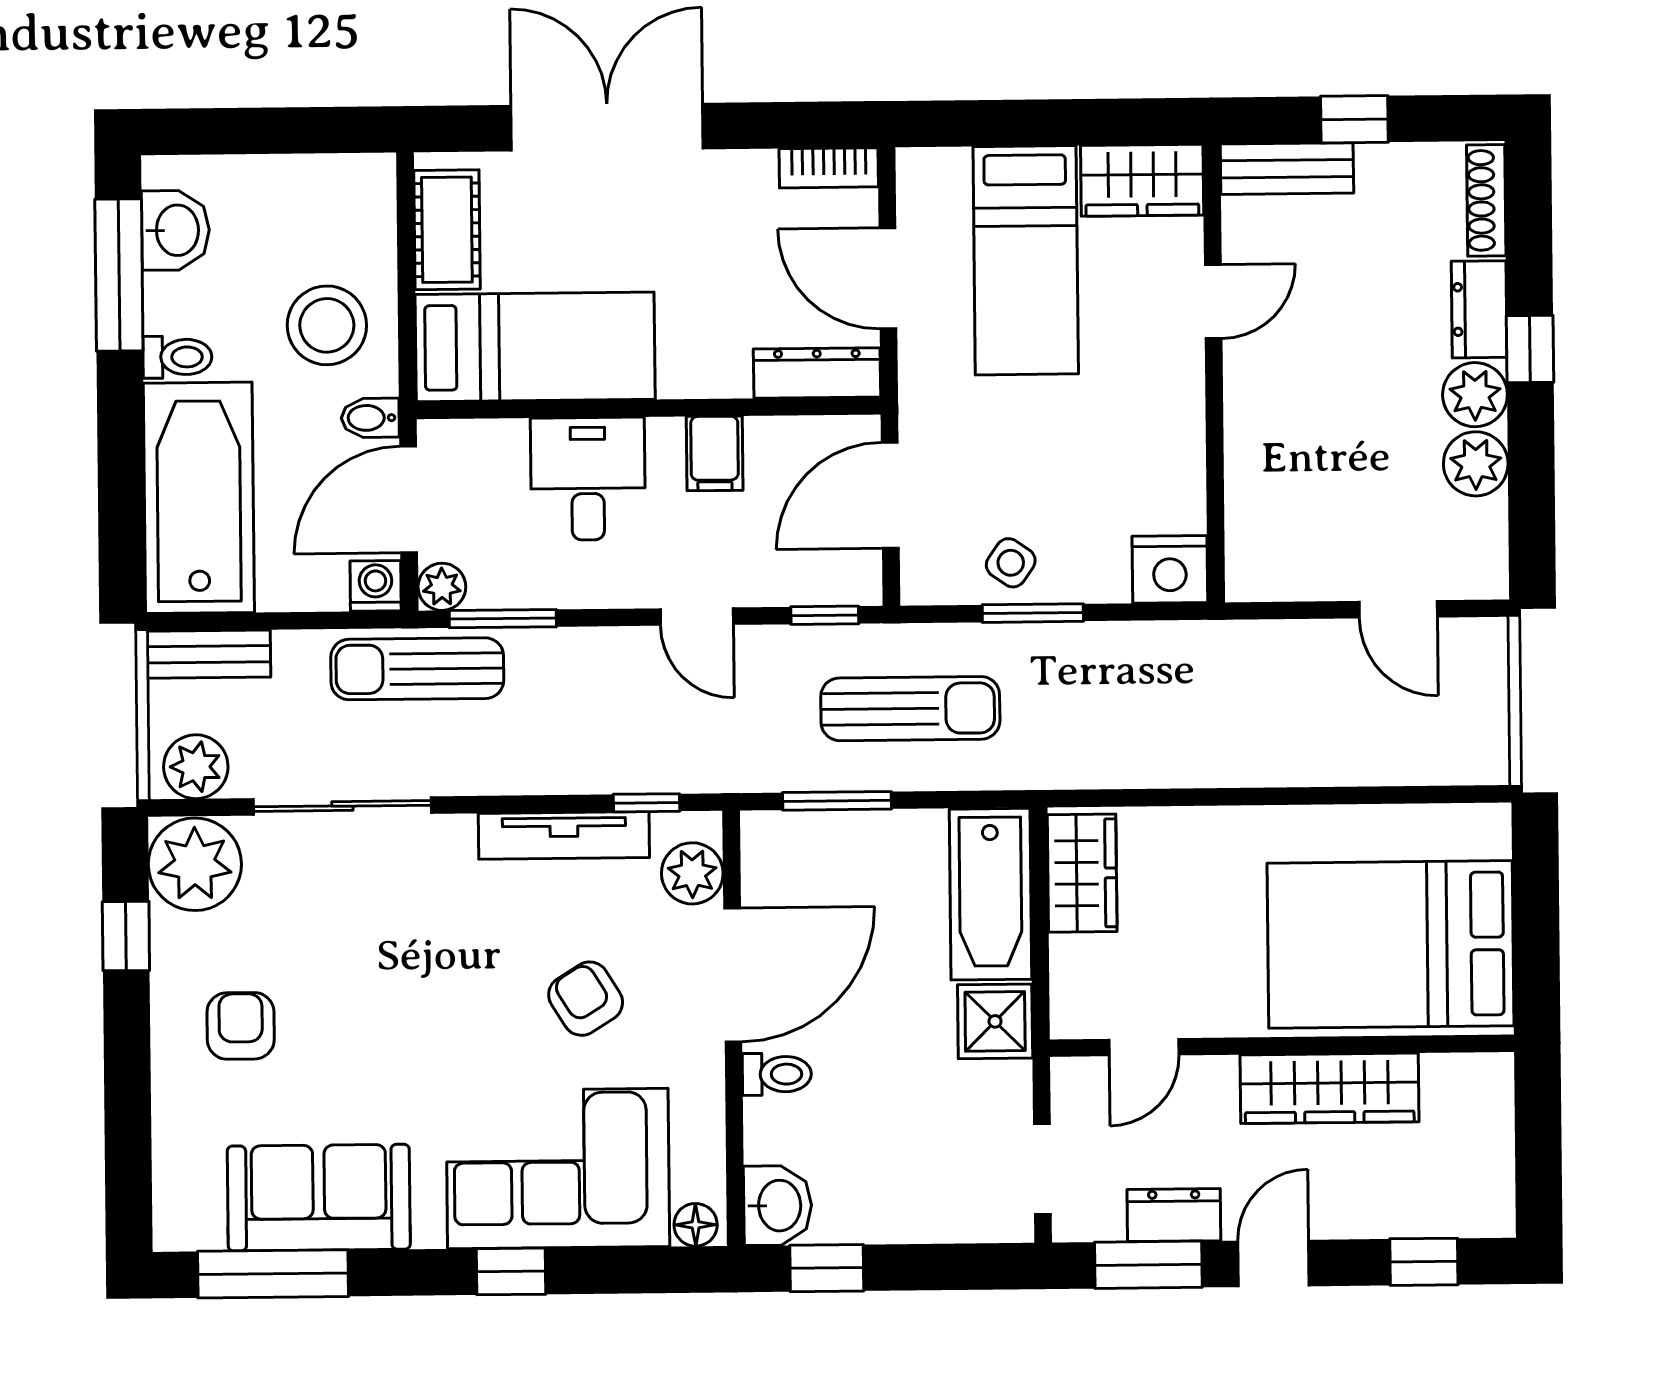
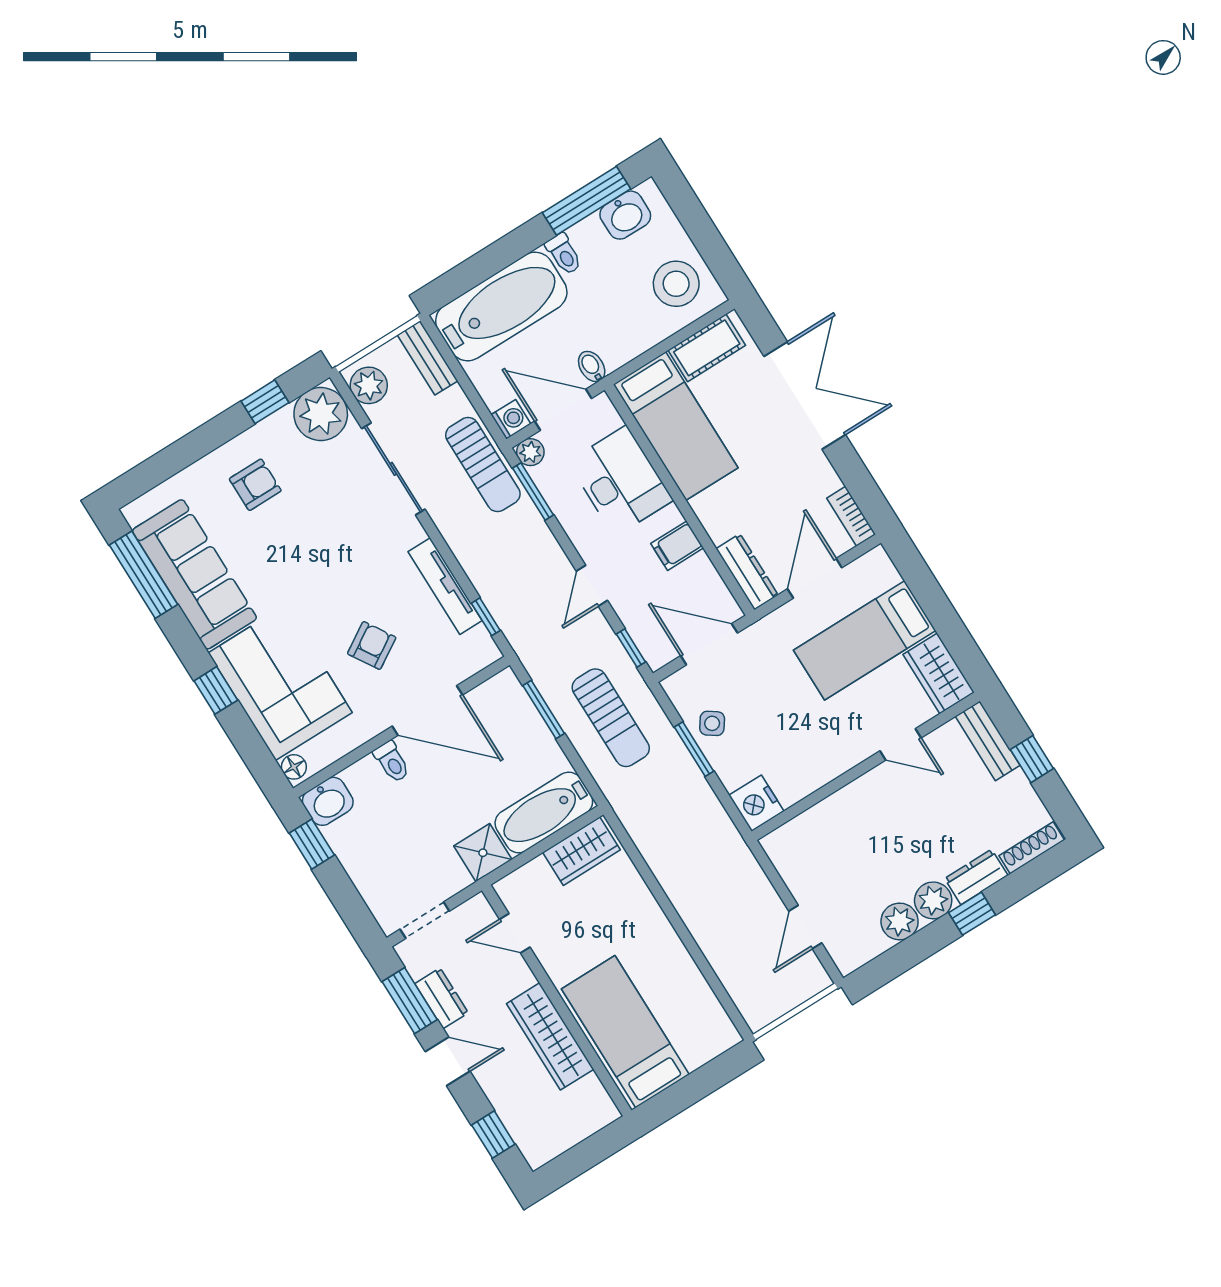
stool: (327, 325) -> (676, 284), moved
desk: (588, 479) -> (620, 481), width x1.37
sun lounger: (417, 669) -> (483, 465), turned 180
plant: (692, 873) -> (465, 660), removed
bed: (1390, 944) -> (625, 1032), width x0.67
sofa: (319, 1198) -> (195, 574), width x1.36

